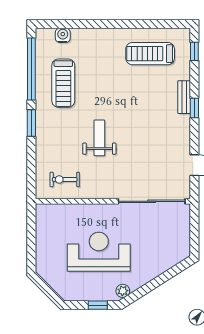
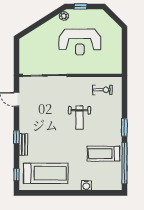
water cooler: (63, 35) -> (86, 185), moved
treadmill: (150, 54) -> (46, 173), width x1.37, depth x1.38
treadmill: (63, 83) -> (103, 154), turned -90

